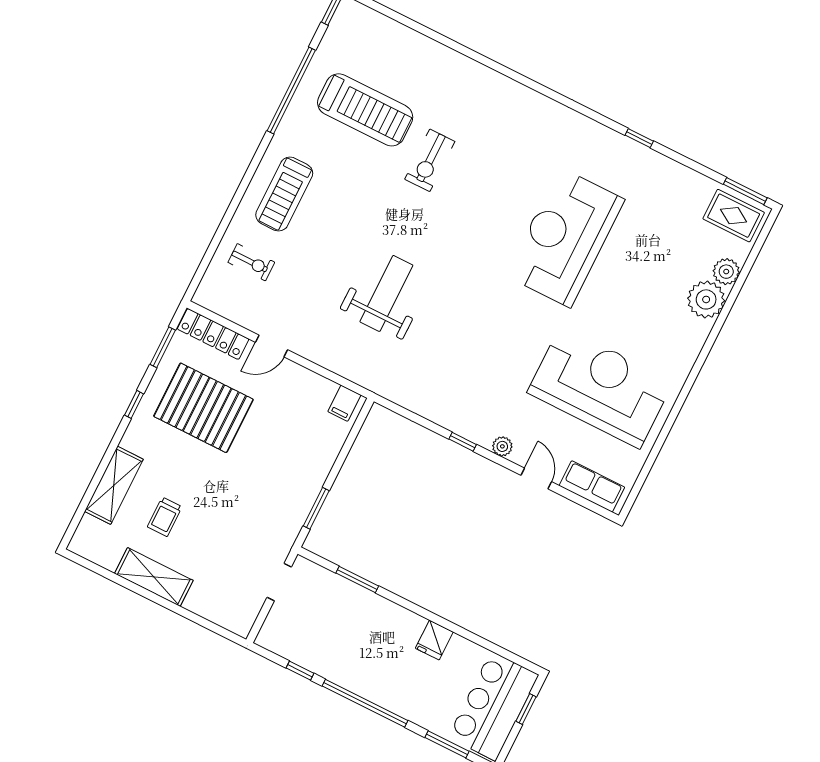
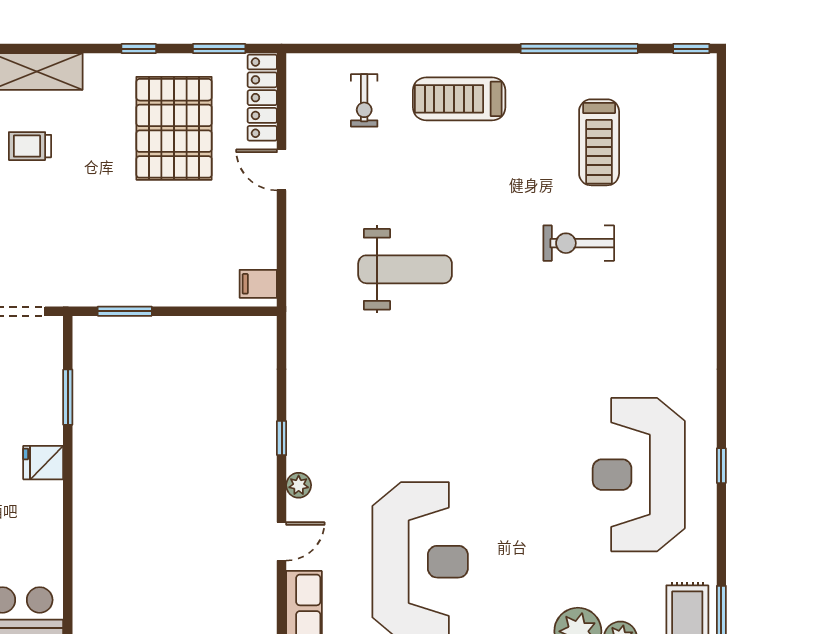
treadmill: (365, 110) -> (599, 142), width x0.73, depth x0.73
reception desk: (565, 238) -> (639, 475), moved, turned -90
fridge: (434, 640) -> (43, 463), moved

